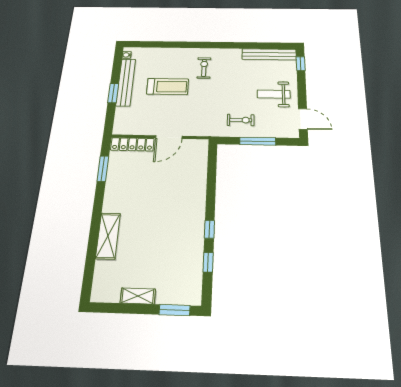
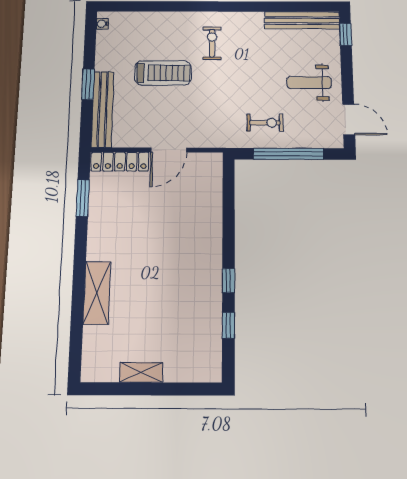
bench: (126, 82) -> (103, 109), moved
window: (258, 141) -> (288, 154), width x1.46
window: (175, 310) -> (189, 389), removed

